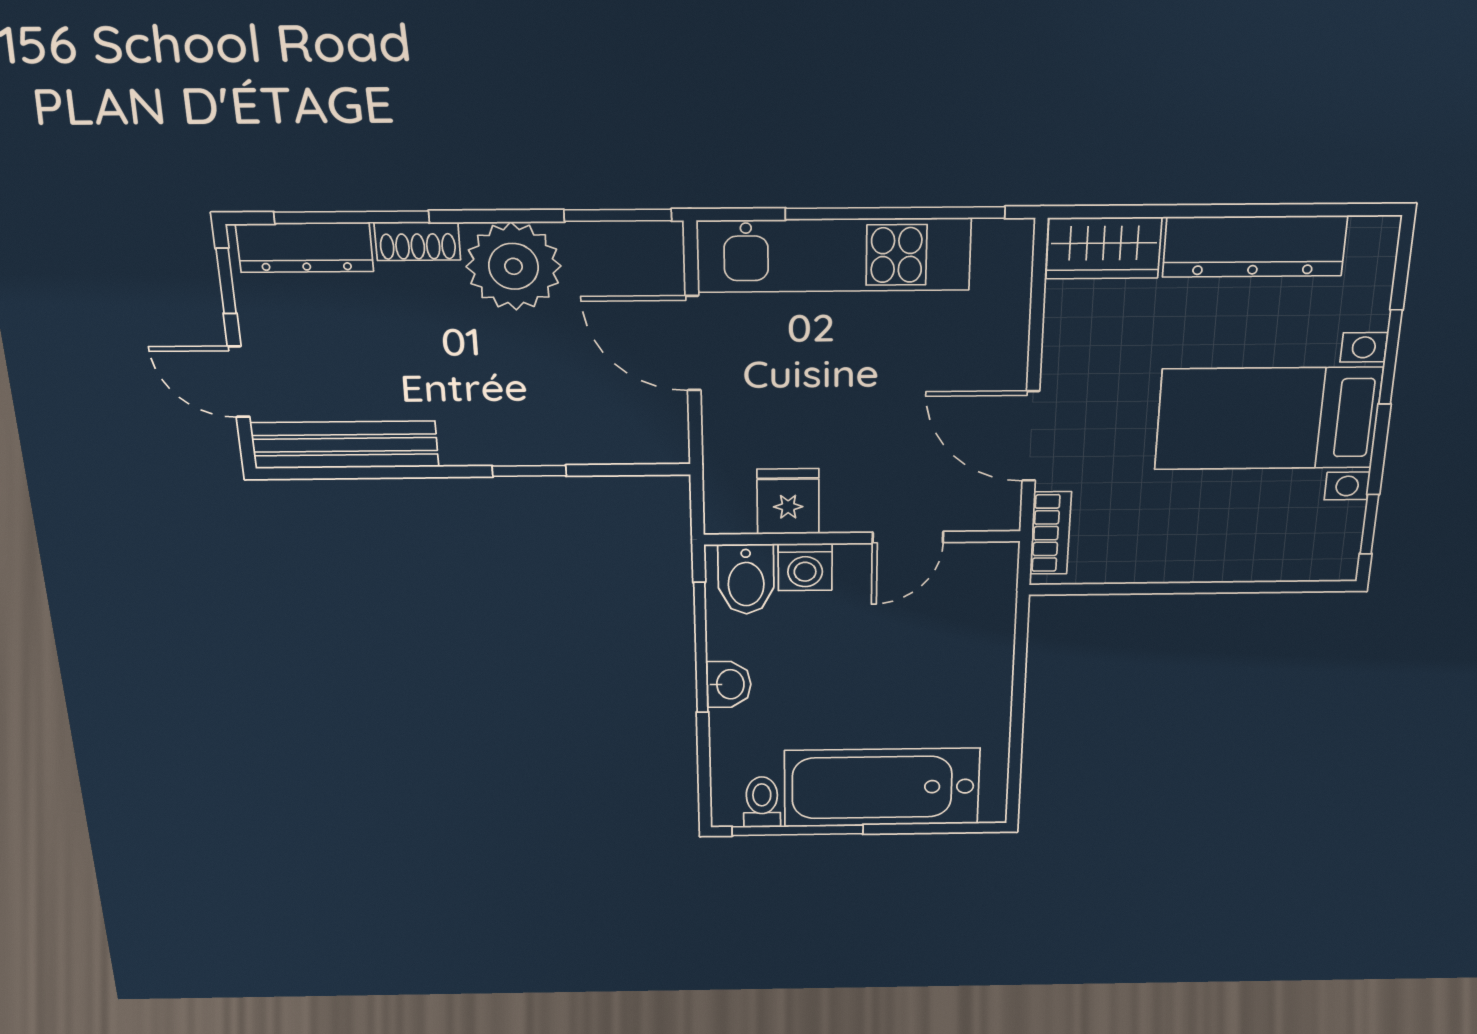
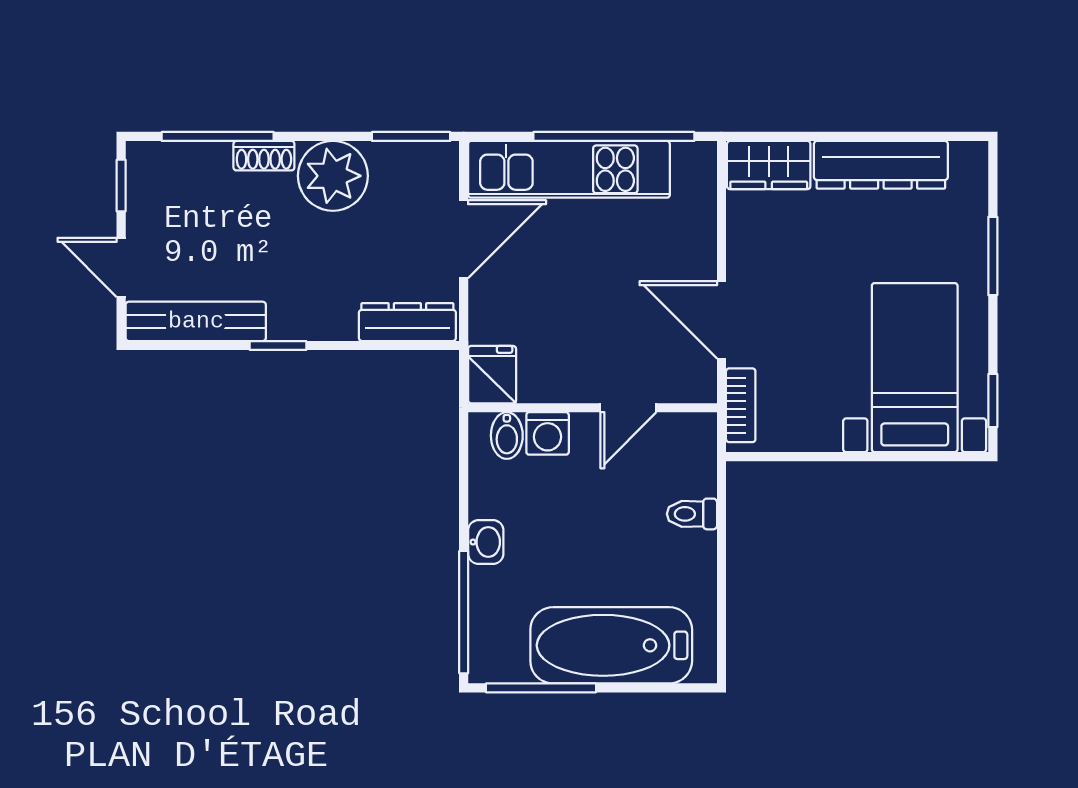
dresser: (305, 248) -> (407, 322), moved, turned 180
door: (693, 343) -> (464, 239), swing flipped
bed with nightstands: (1268, 419) -> (915, 368), moved, turned 90
window: (529, 471) -> (278, 345), moved
fridge: (788, 502) -> (492, 375), moved
bidet: (746, 579) -> (507, 436), width x0.72, depth x0.74
window: (701, 648) -> (464, 612), moved
toilet: (762, 802) -> (692, 514), moved, turned -90

